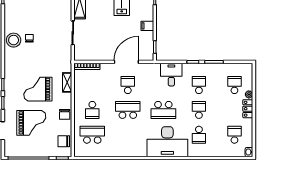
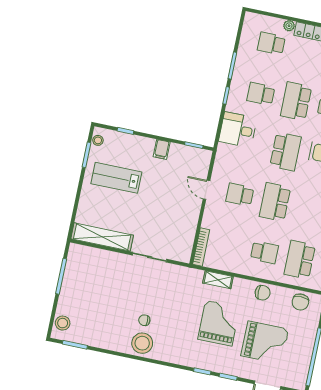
door: (126, 62) -> (206, 190), width x0.53
grand piano: (38, 89) -> (219, 323), turned 180
school desk: (199, 110) -> (296, 101), width x1.85
grand piano: (31, 123) -> (265, 342), turned 90

